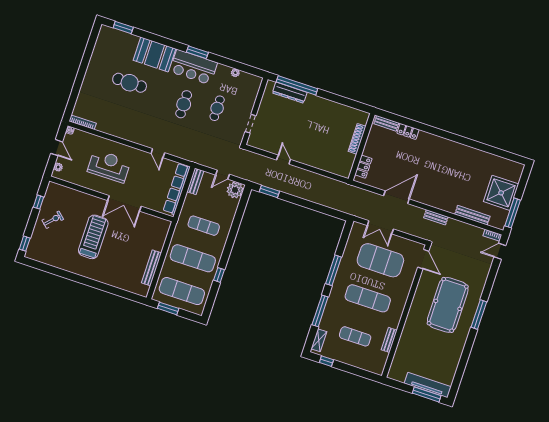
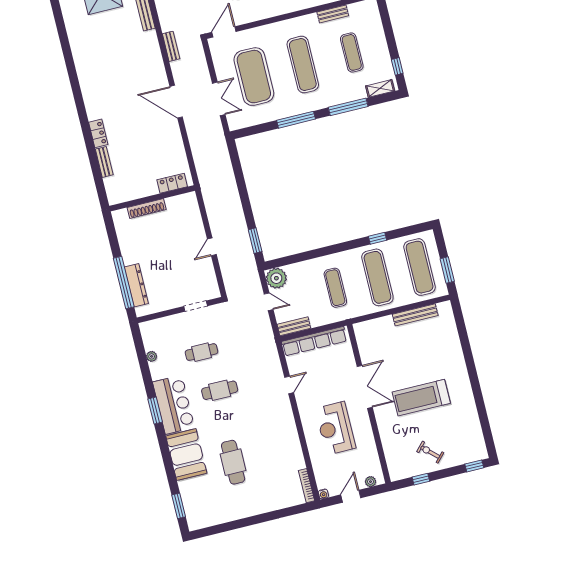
shoe rack: (357, 139) -> (147, 208), moved
wall: (362, 147) -> (152, 198), moved
locker: (363, 167) -> (172, 183), moved

